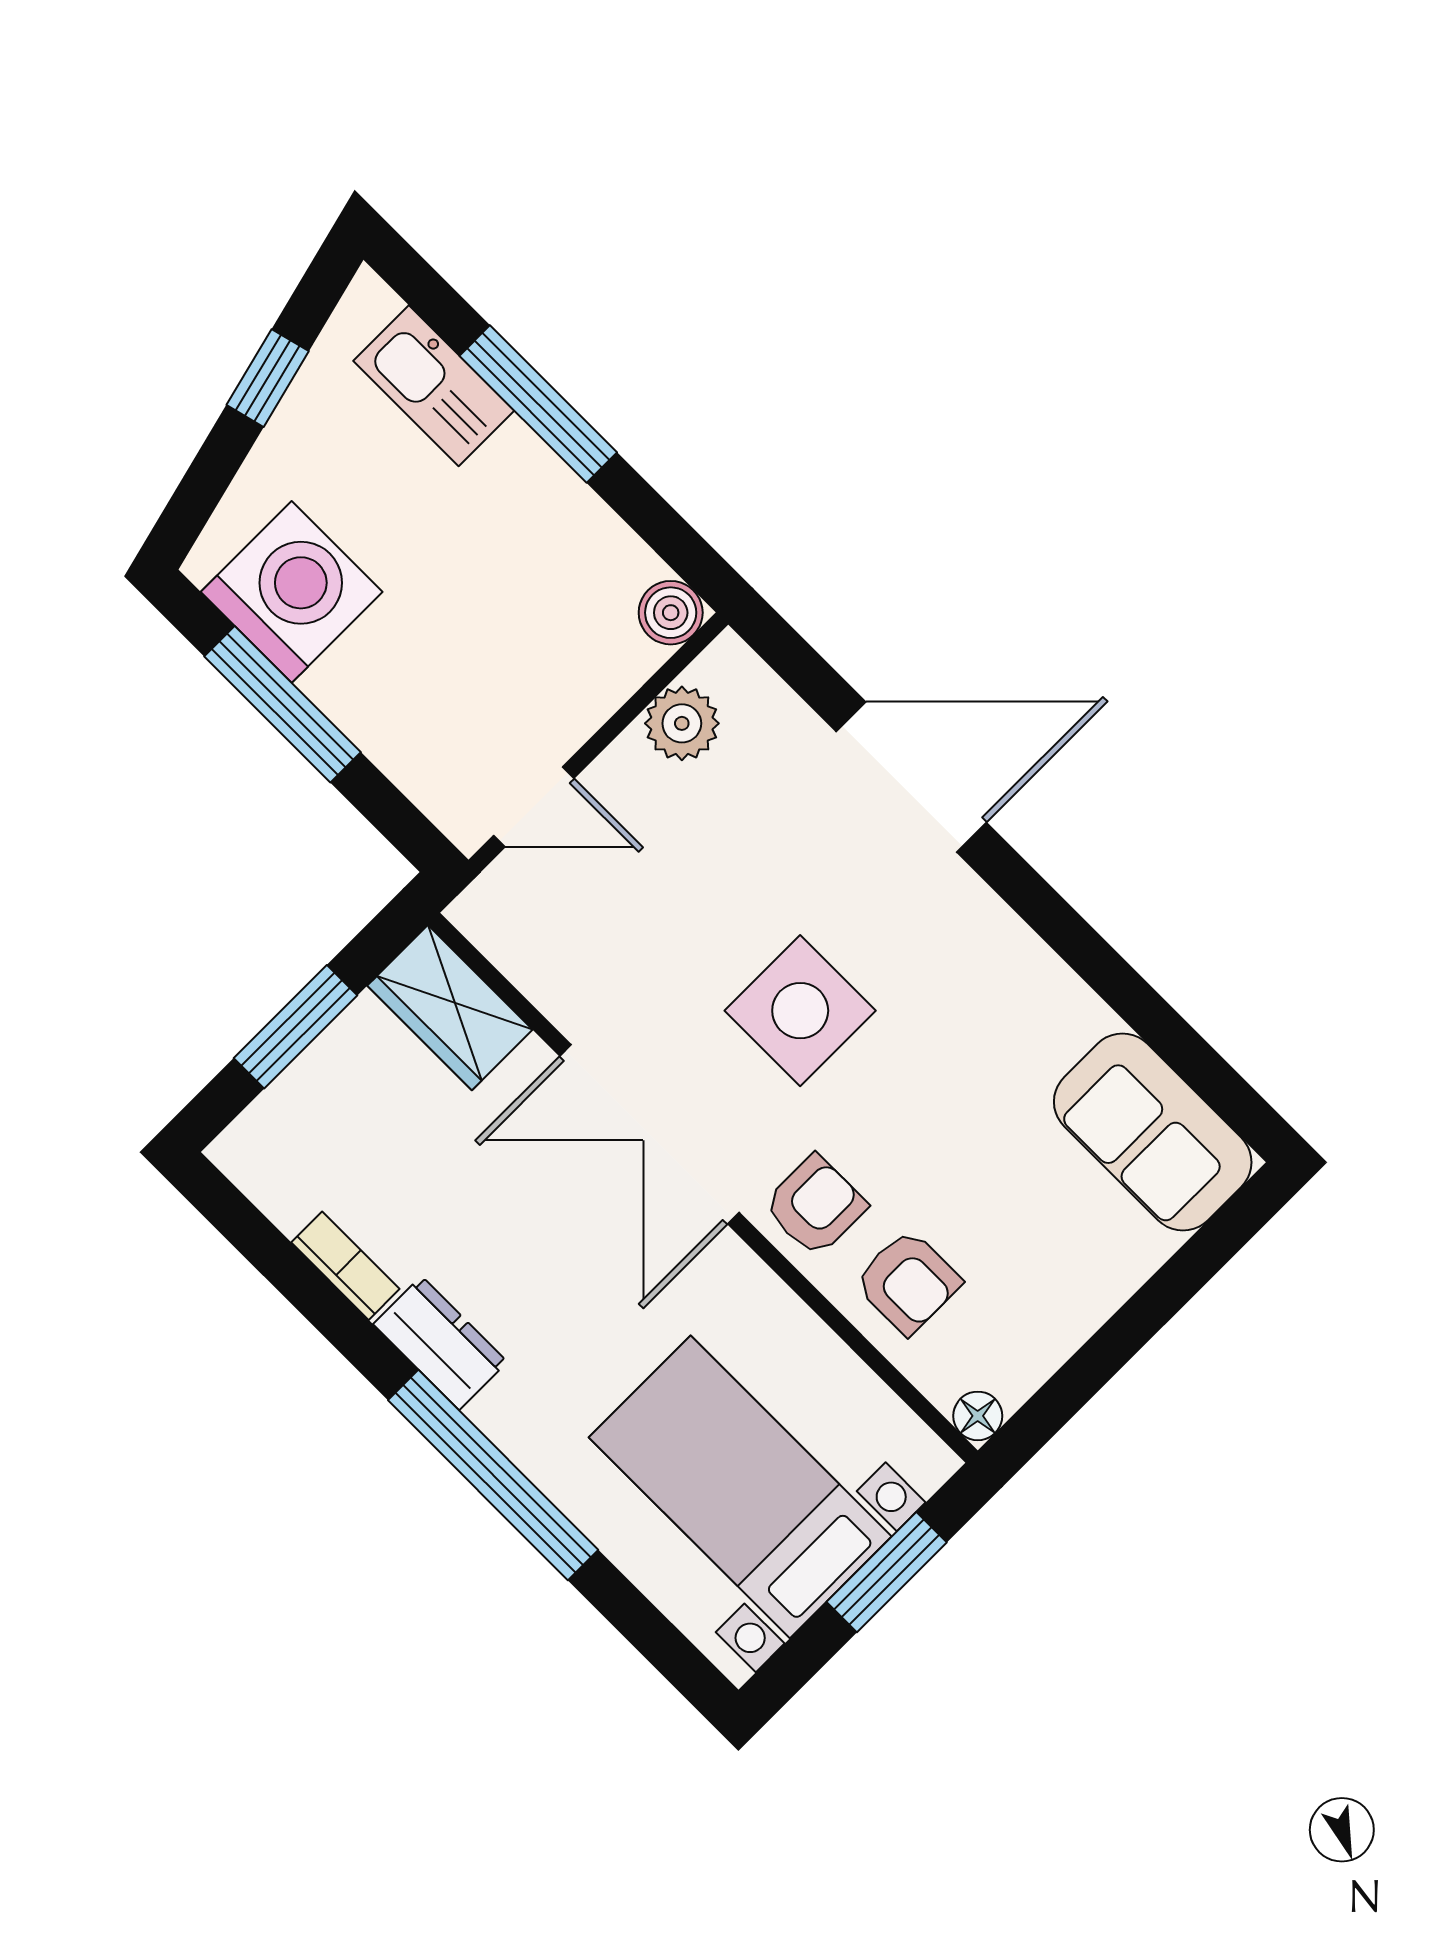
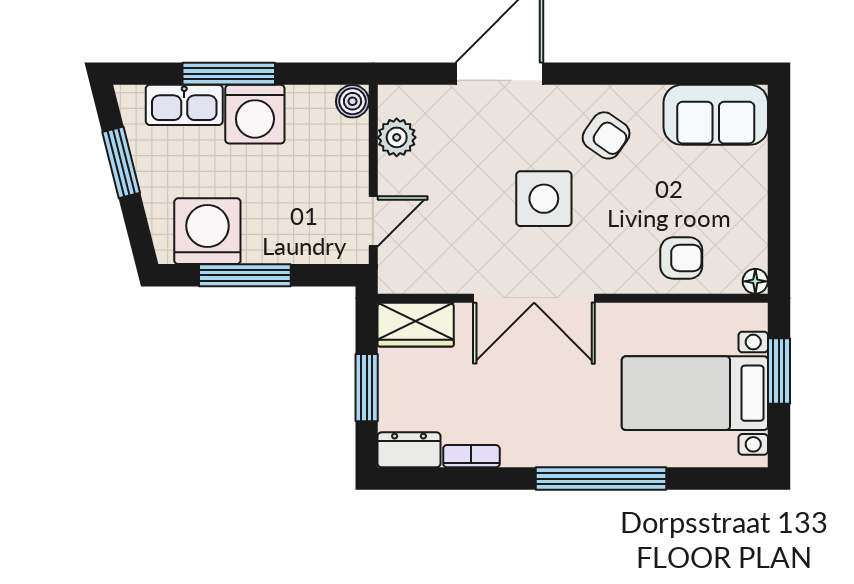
window: (268, 378) -> (121, 162), width x1.50
washing machine: (518, 496) -> (255, 114), added
armchair: (815, 1206) -> (606, 135), moved, turned 125
dresser: (440, 1343) -> (409, 450), moved

